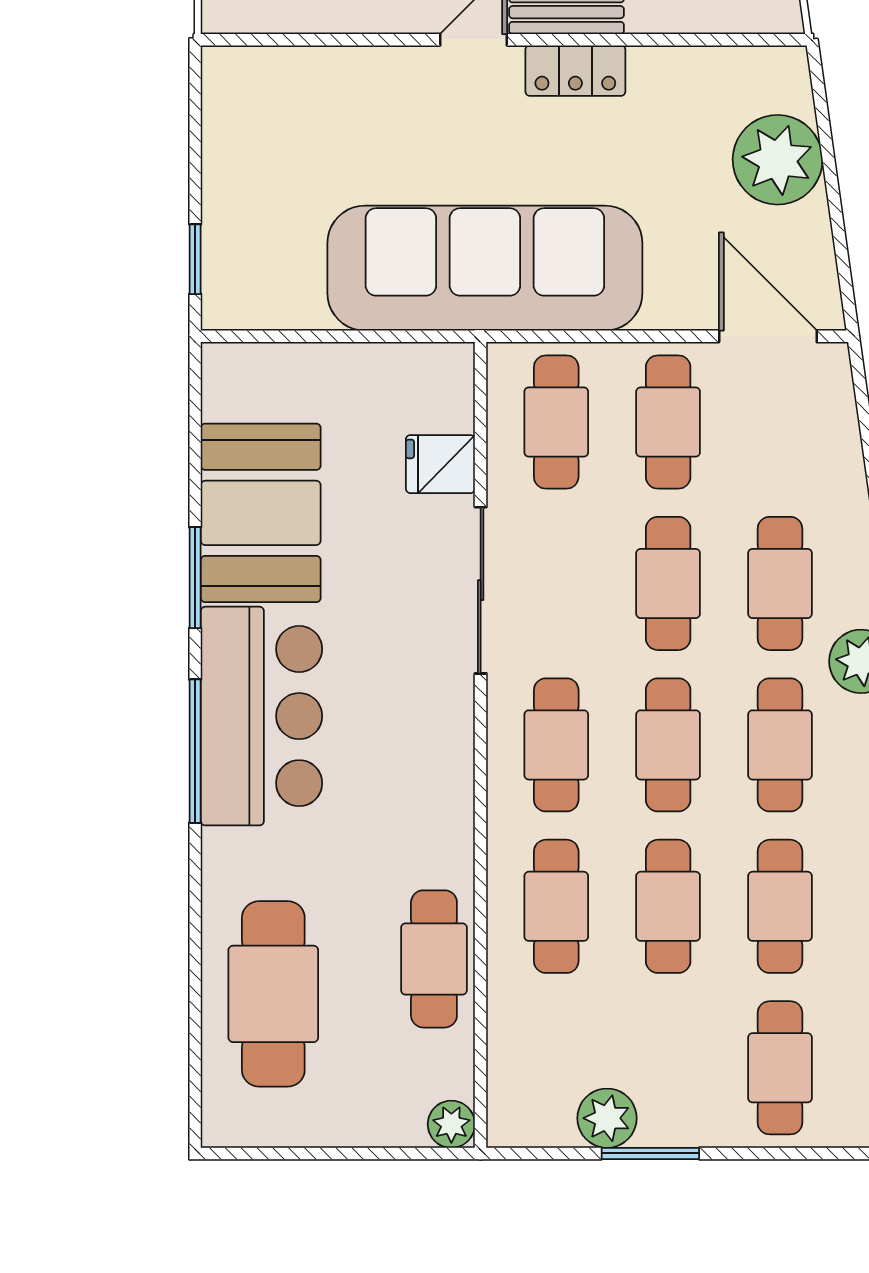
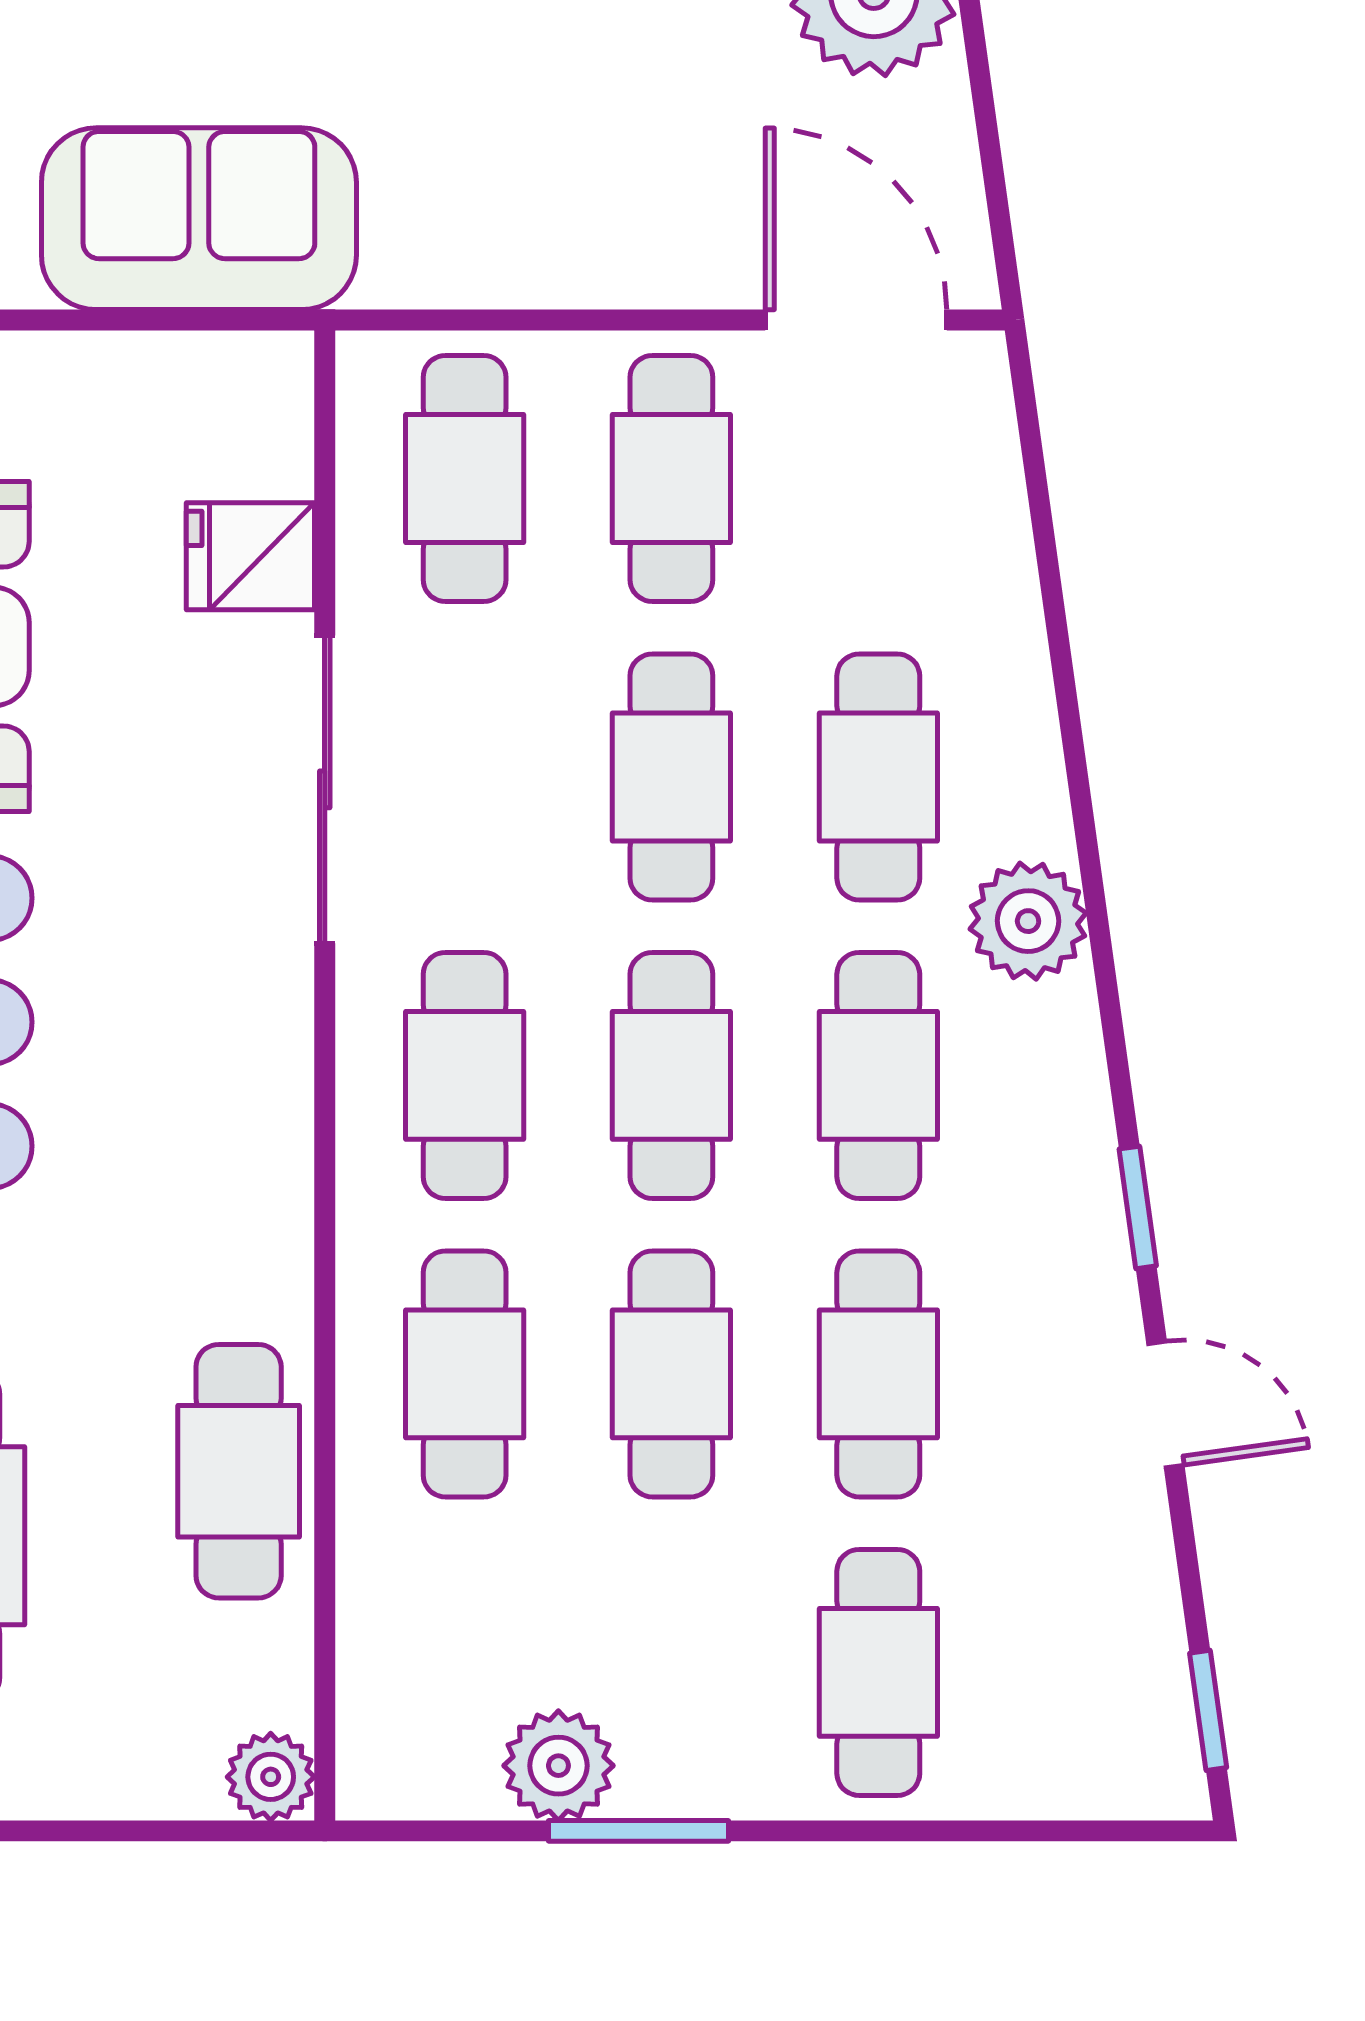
sofa: (485, 268) -> (199, 219), width x0.54, depth x0.79

